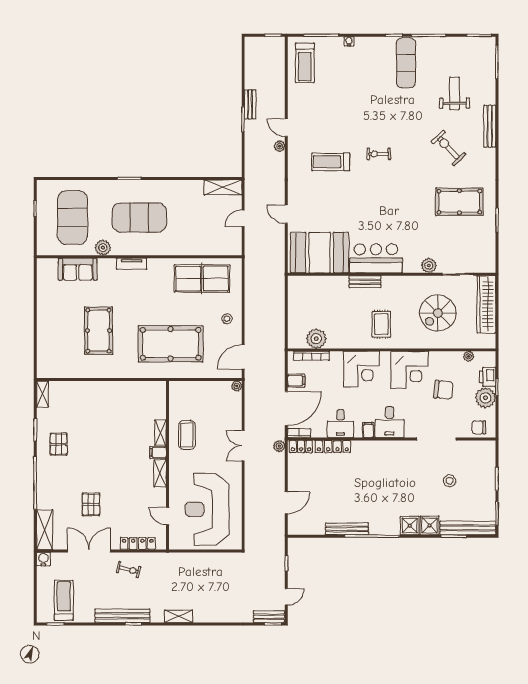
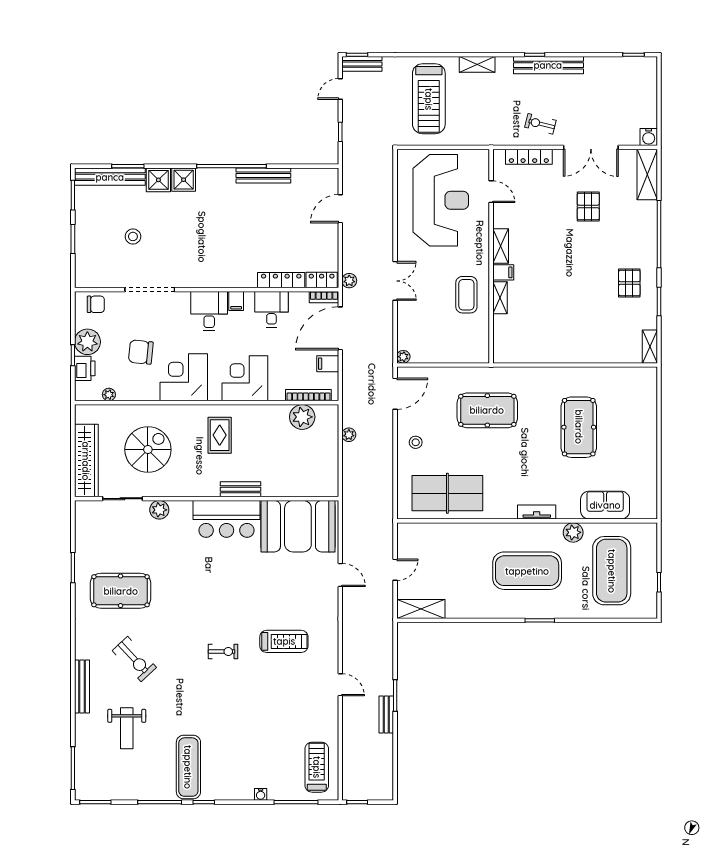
plant: (280, 146) -> (349, 435), moved
pool table: (170, 344) -> (487, 410), width x0.73, depth x0.76
treadmill: (64, 600) -> (429, 99), moved, width x1.37, depth x1.38

